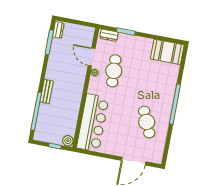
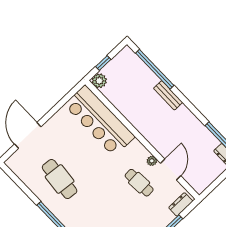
door: (92, 57) -> (171, 169), hinge flipped
cafe table: (114, 71) -> (139, 183), width x0.73, depth x0.74
cafe table: (147, 122) -> (60, 179), turned 30

